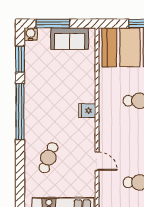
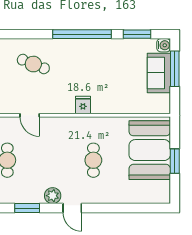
sofa: (70, 39) -> (159, 73), moved
door: (97, 161) -> (30, 115), hinge flipped

